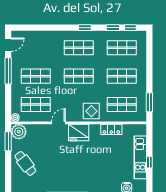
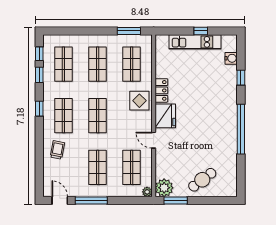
trolley: (50, 43) -> (57, 150), added
locker: (111, 129) -> (161, 90), moved

